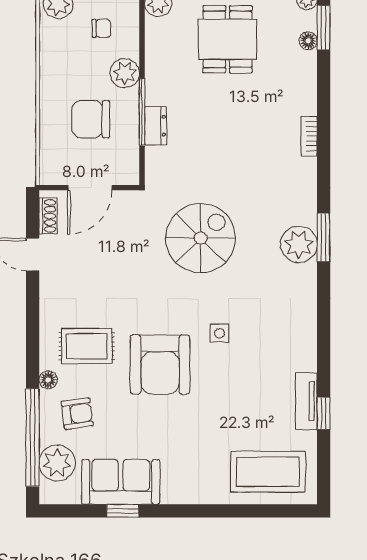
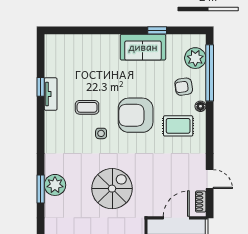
spiral stairs: (201, 238) -> (112, 189), turned 180
armchair: (160, 365) -> (136, 115), turned -90
coffee table: (268, 472) -> (87, 107), moved, width x0.54, depth x0.58
sofa: (121, 482) -> (143, 47), moved

